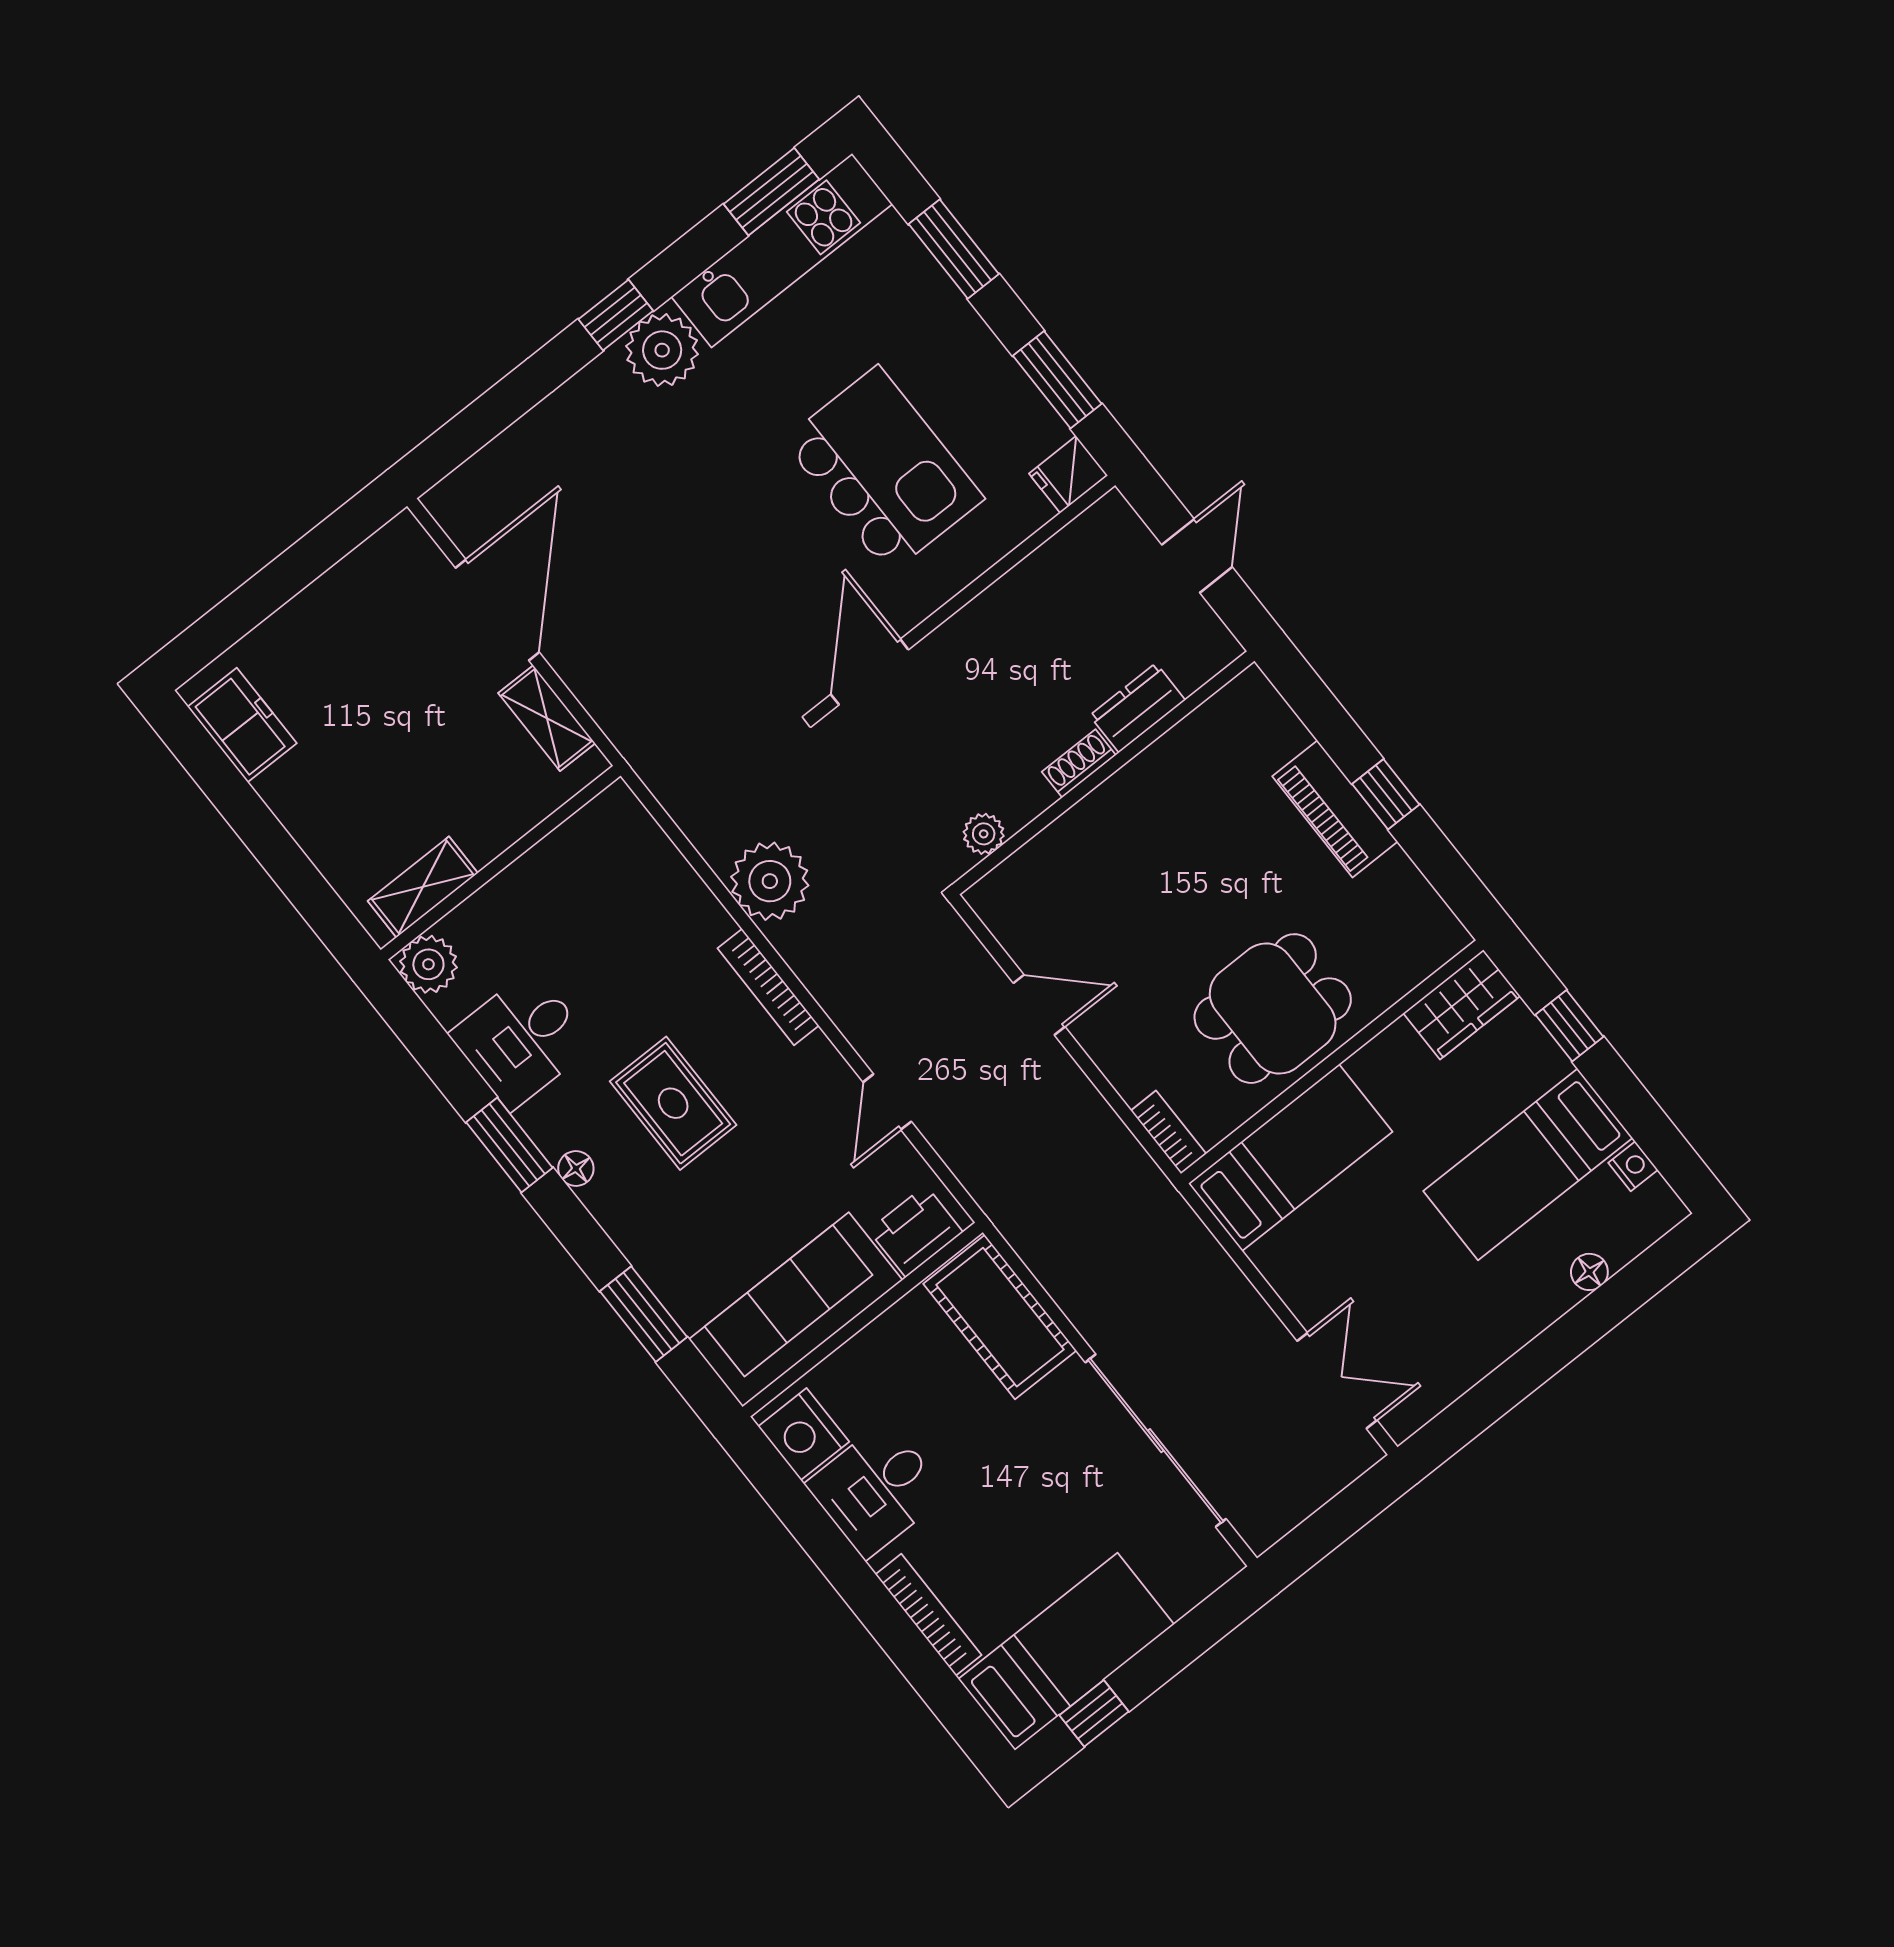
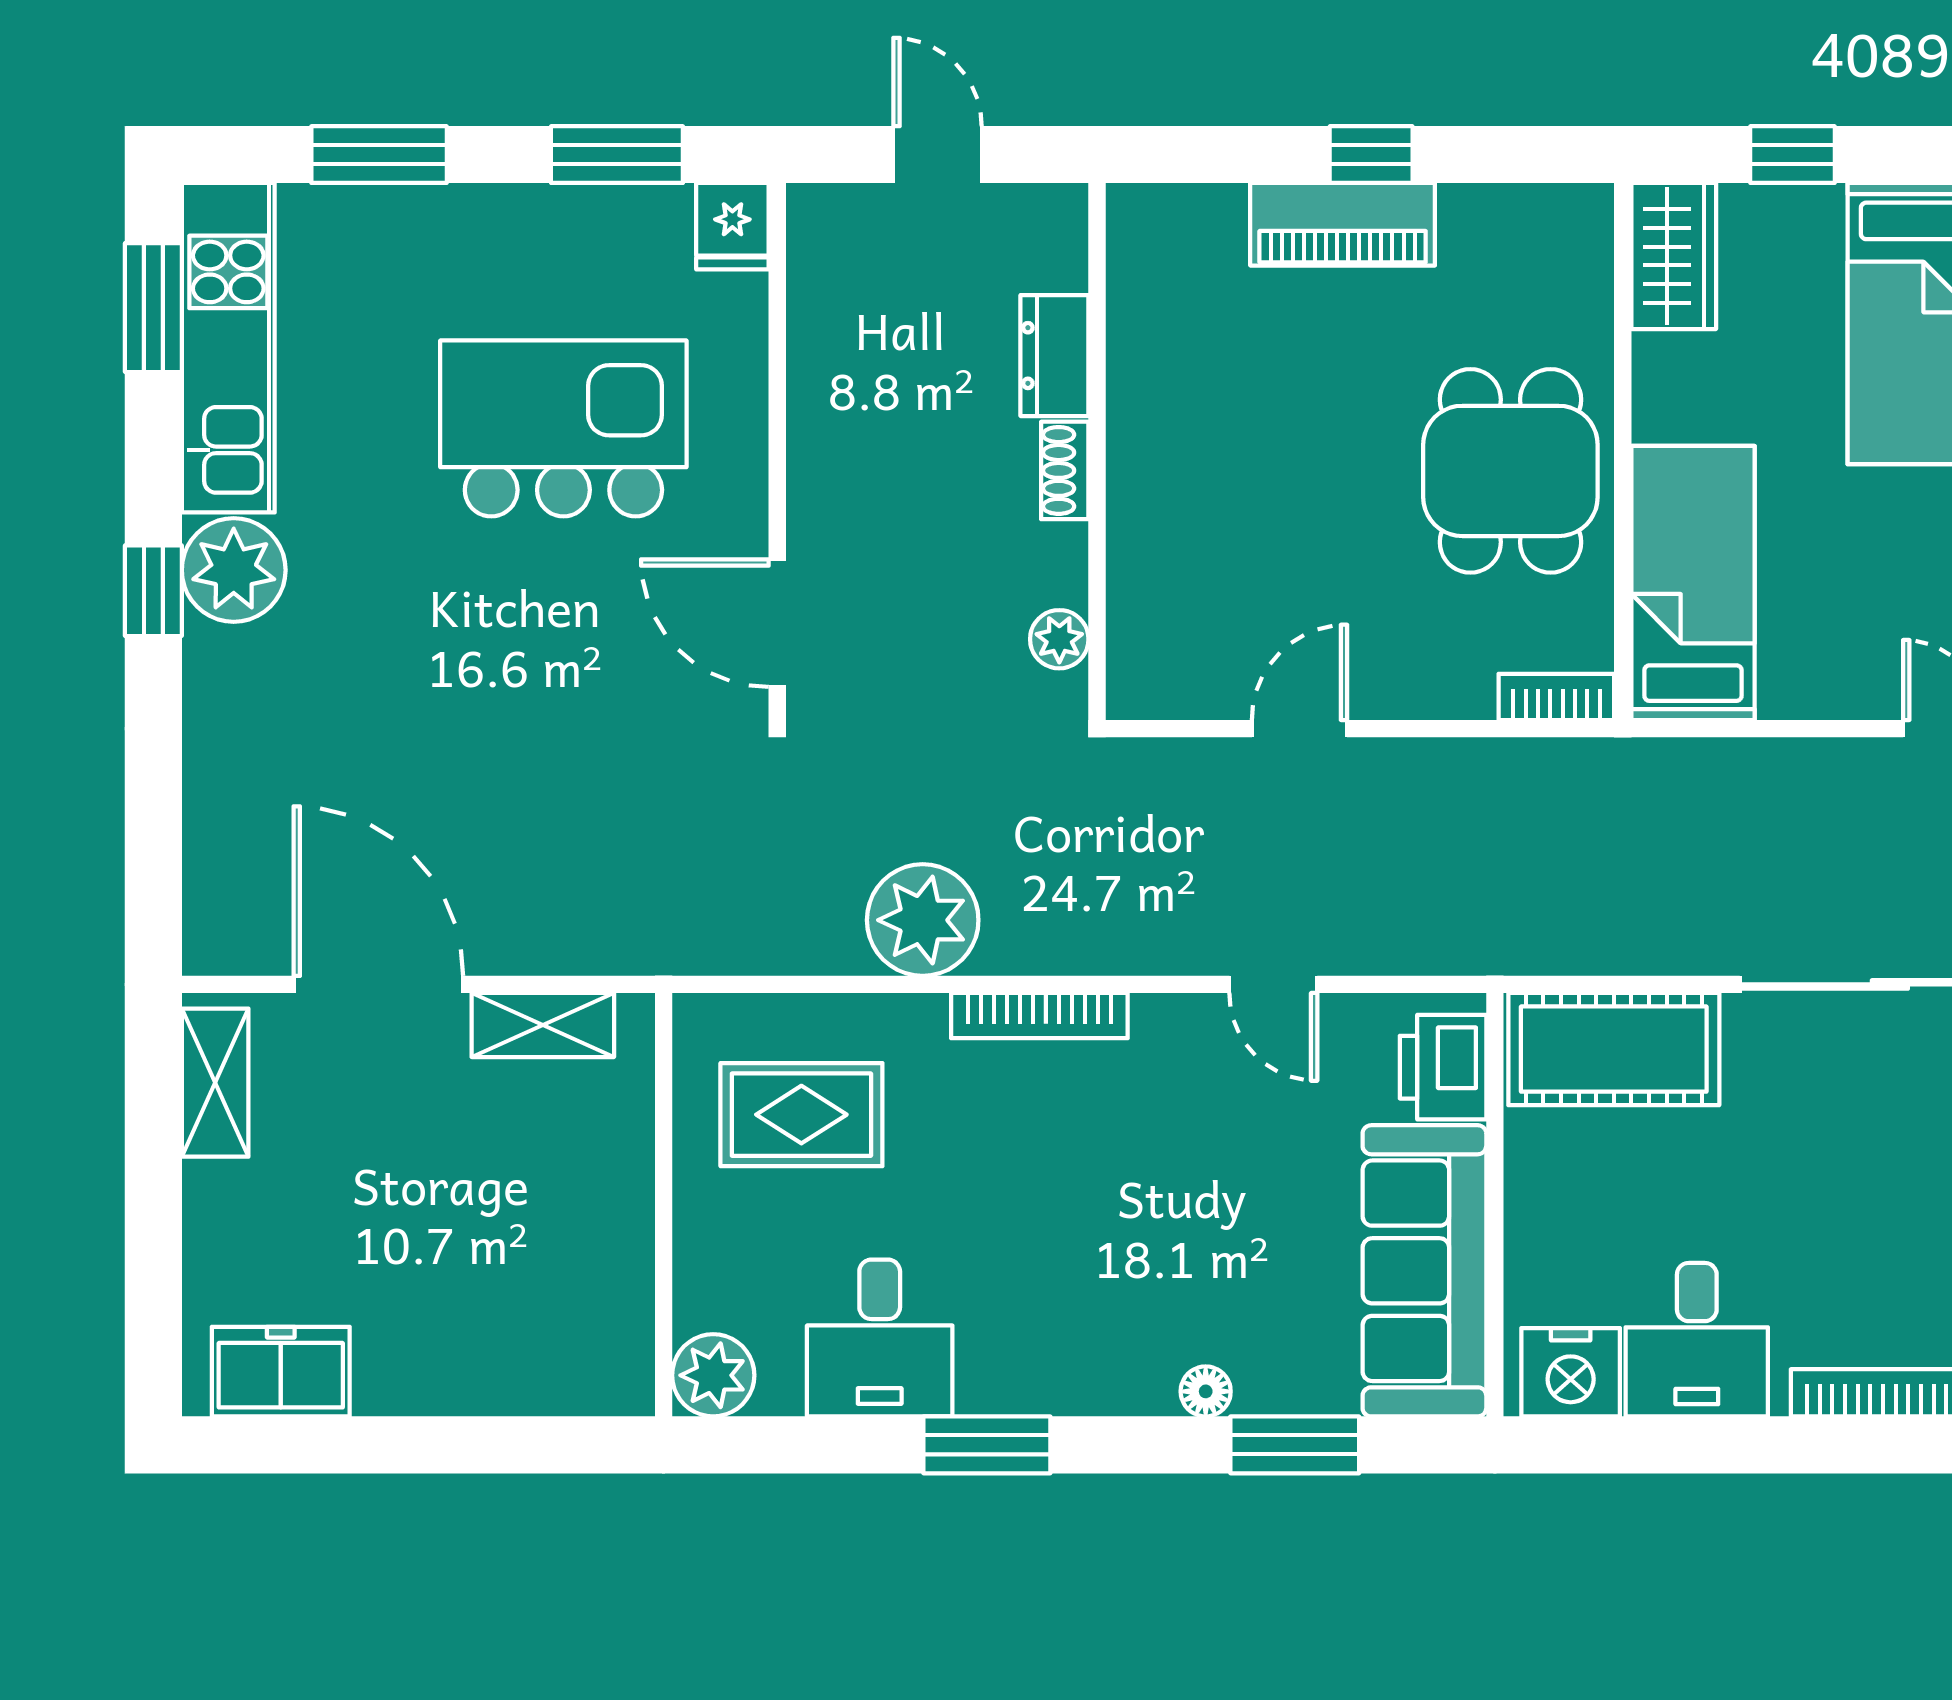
shelving: (423, 887) -> (215, 1083), moved
rug: (673, 1103) -> (801, 1115), moved
floor lamp: (576, 1168) -> (1206, 1391), moved

